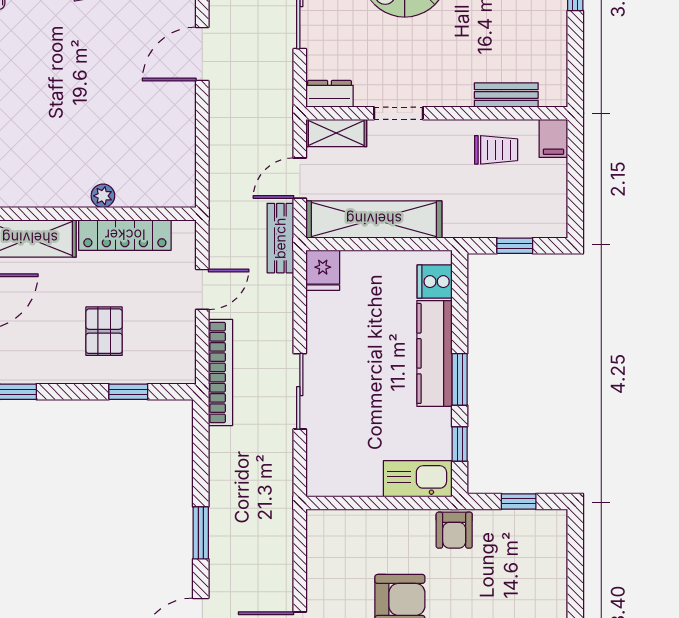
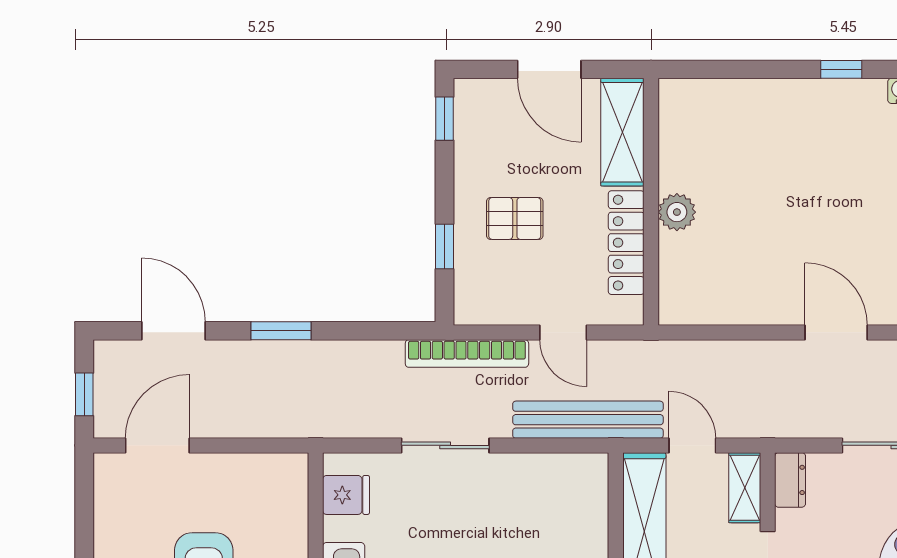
plant: (103, 196) -> (677, 212), width x1.38, depth x1.38
bench: (280, 238) -> (588, 420), width x1.86, depth x1.21
fridge: (323, 270) -> (346, 495), moved, turned 180

